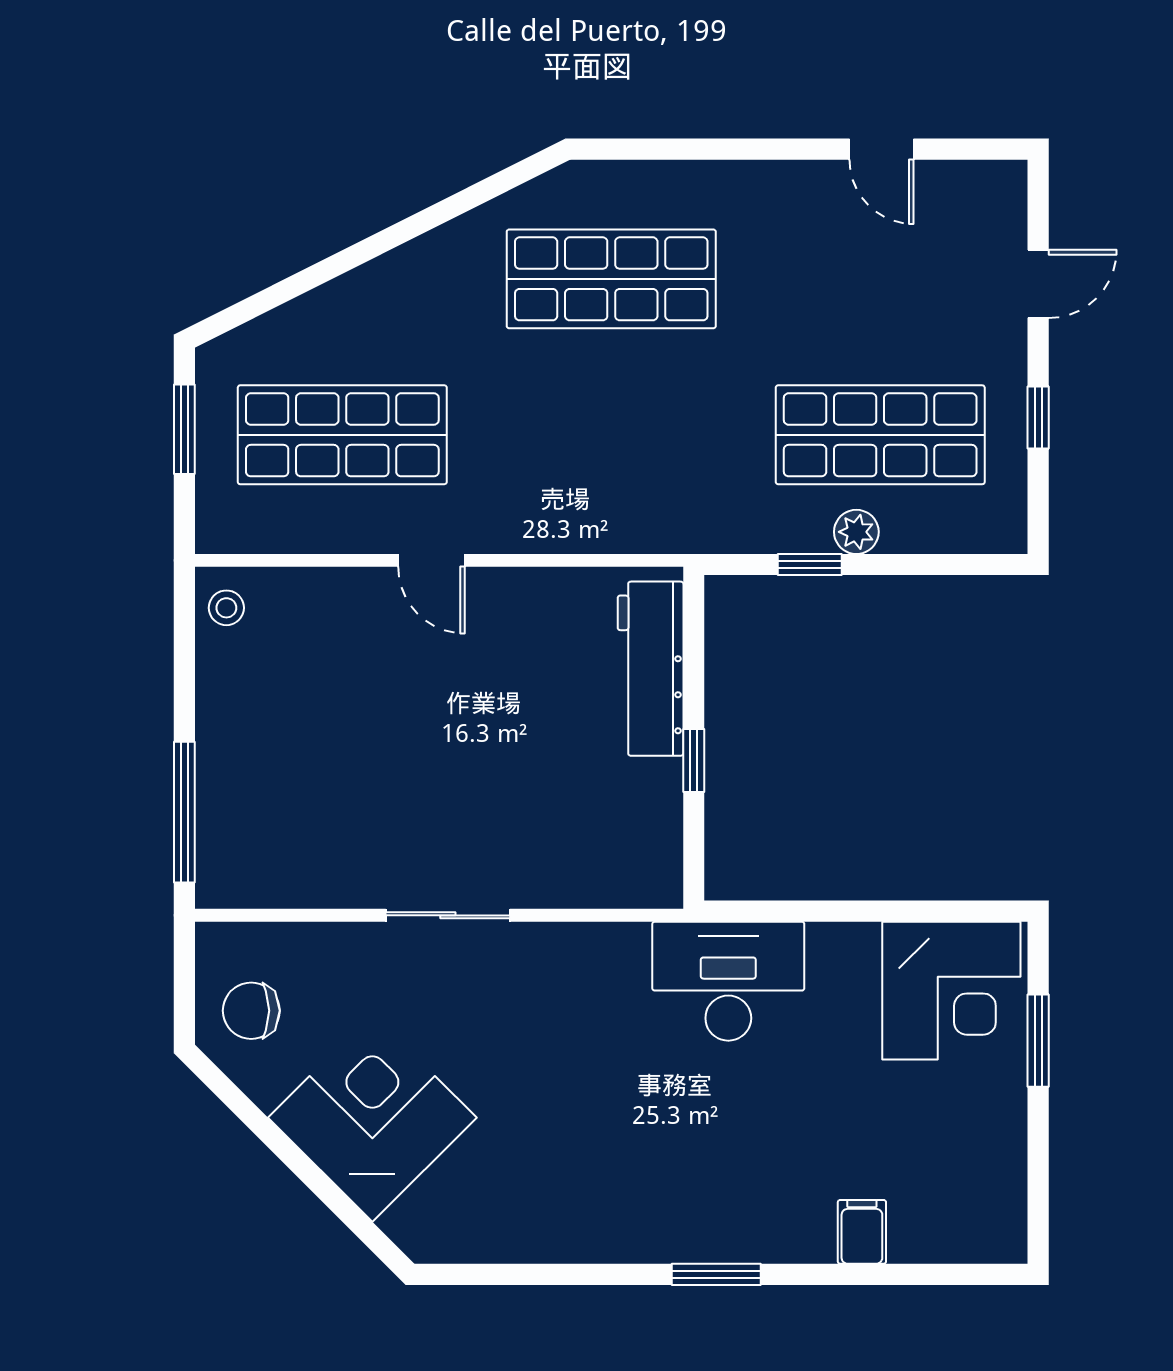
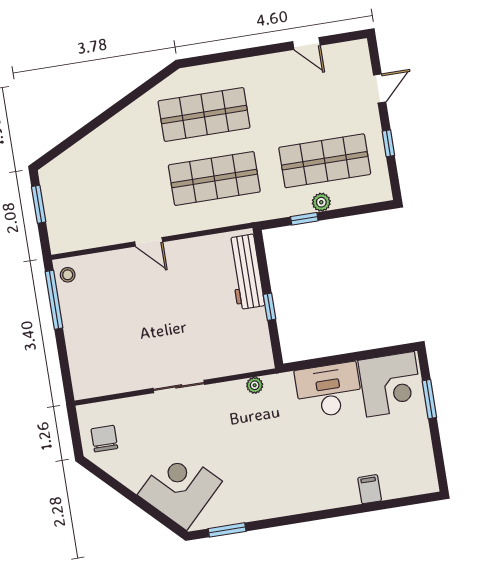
shop shelf: (342, 435) -> (214, 178), moved
window: (184, 812) -> (54, 300), moved
plant: (628, 941) -> (255, 385), added
desk: (728, 981) -> (329, 390), moved
chair: (251, 1011) -> (104, 439), turned 90
corner desk: (372, 1118) -> (180, 488), moved
window: (716, 1274) -> (227, 530), moved

